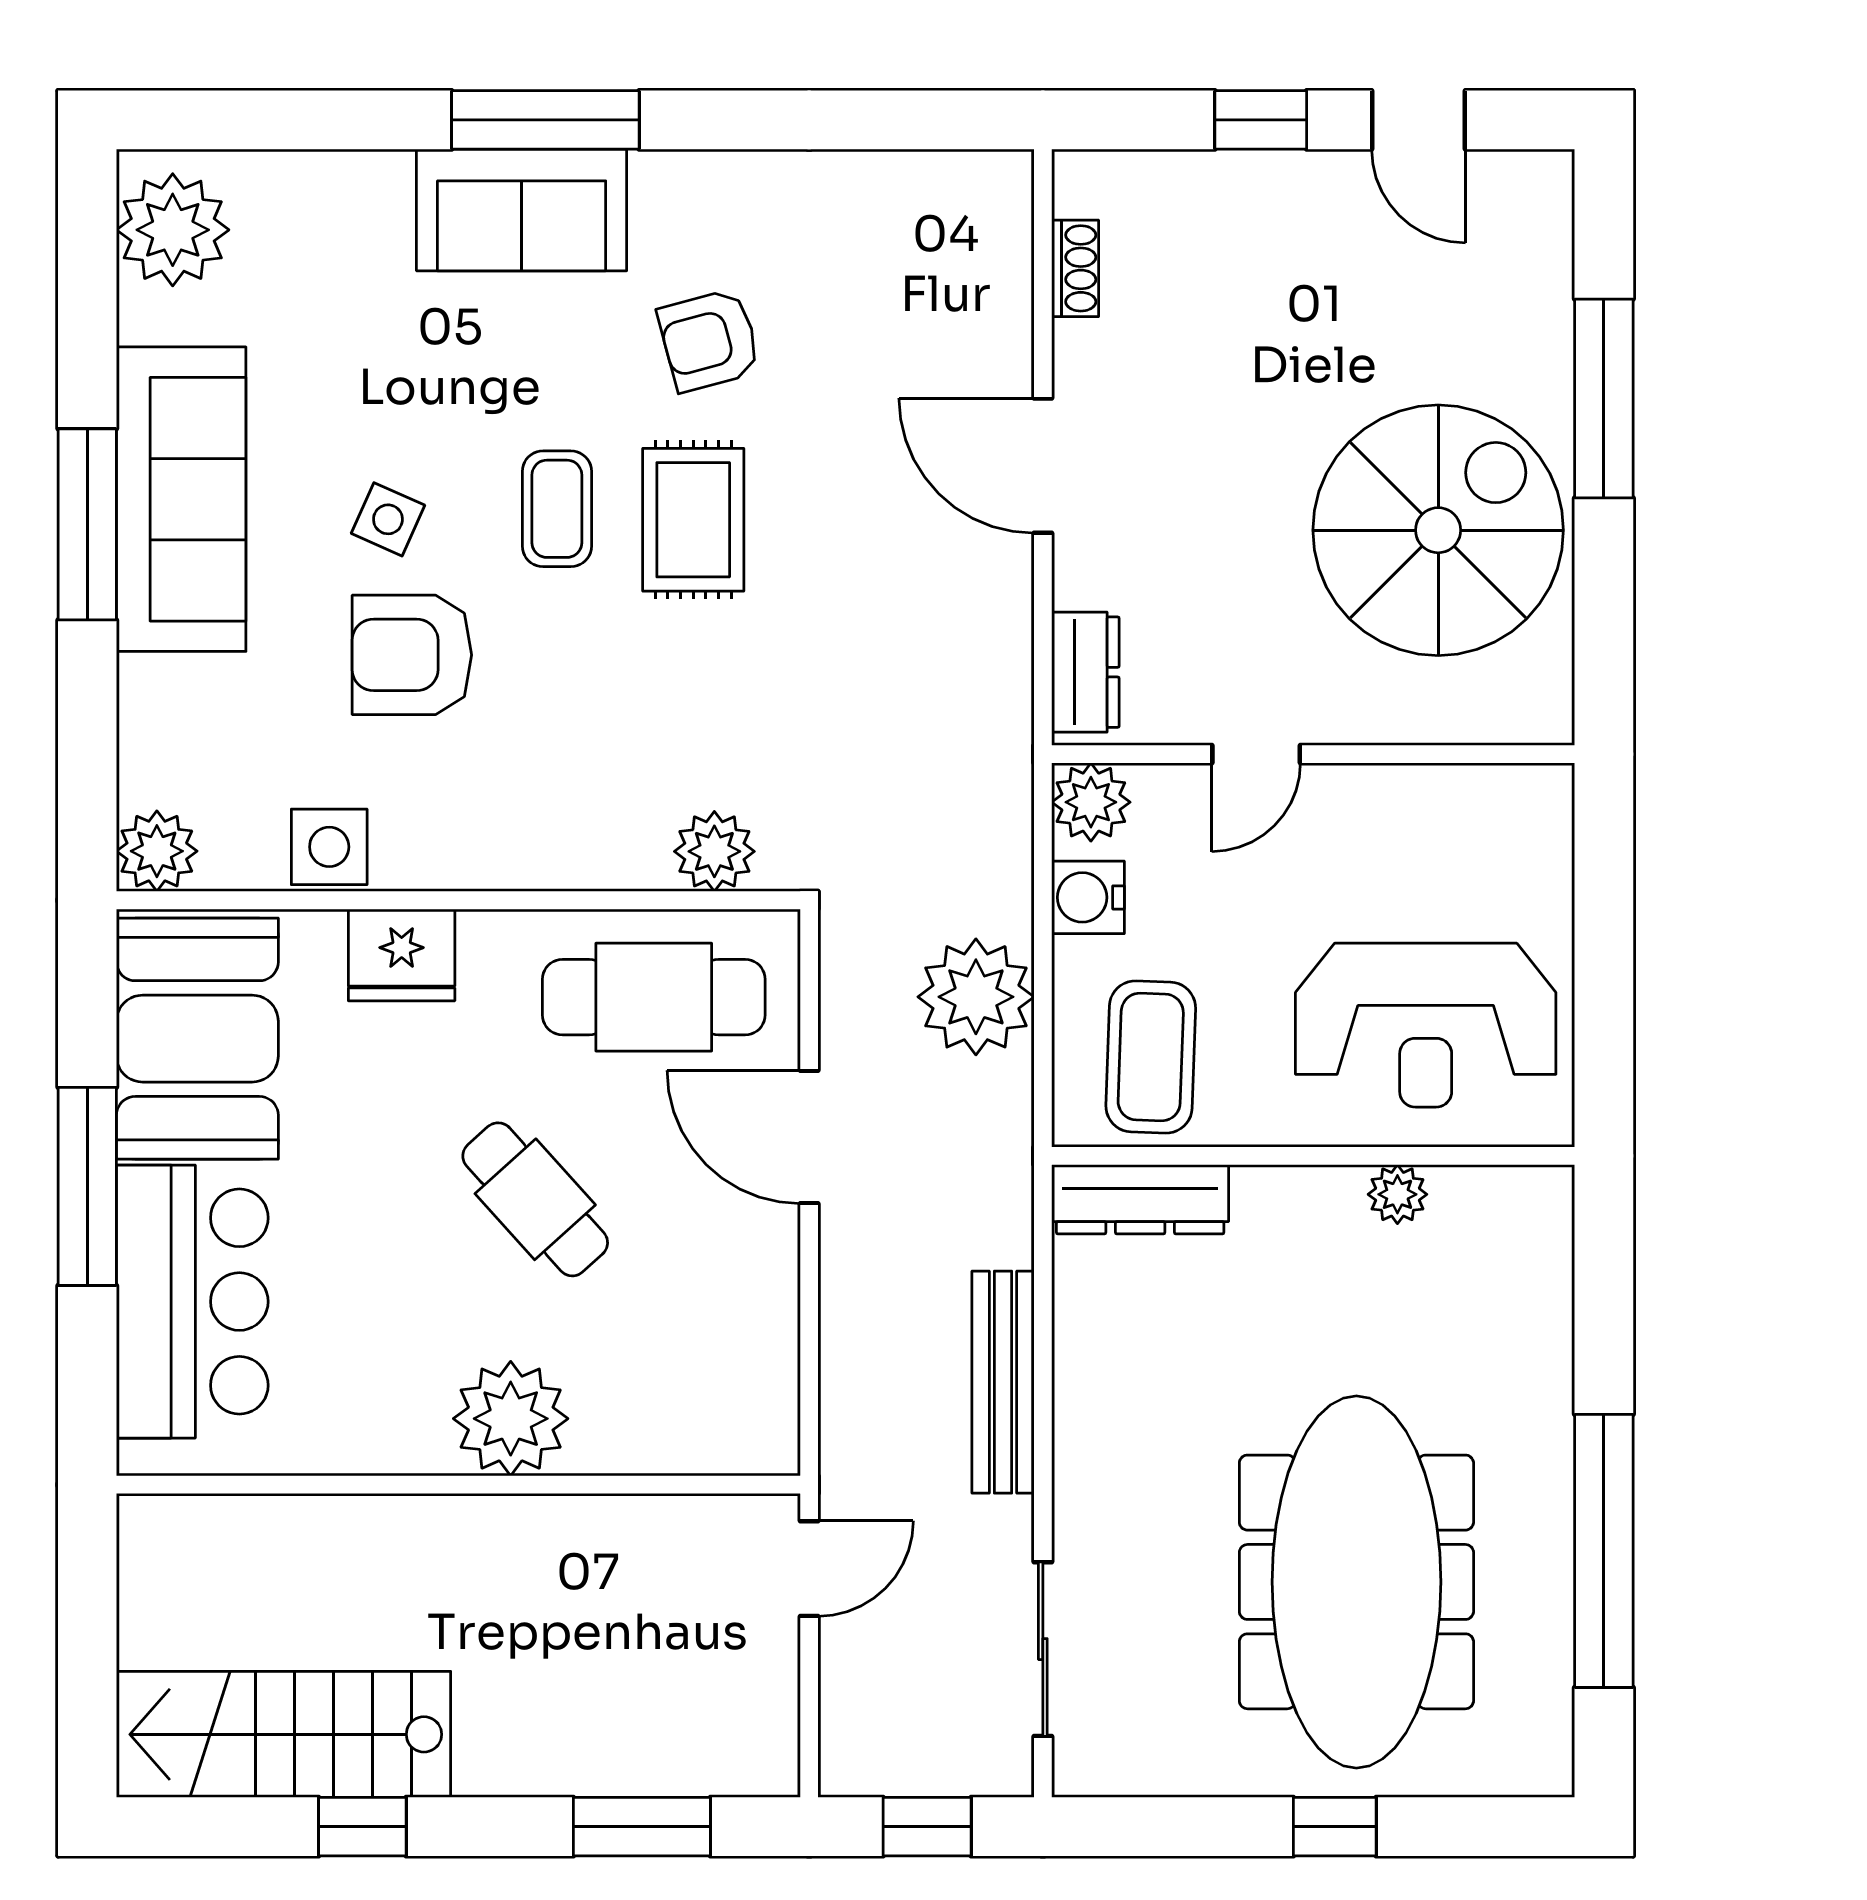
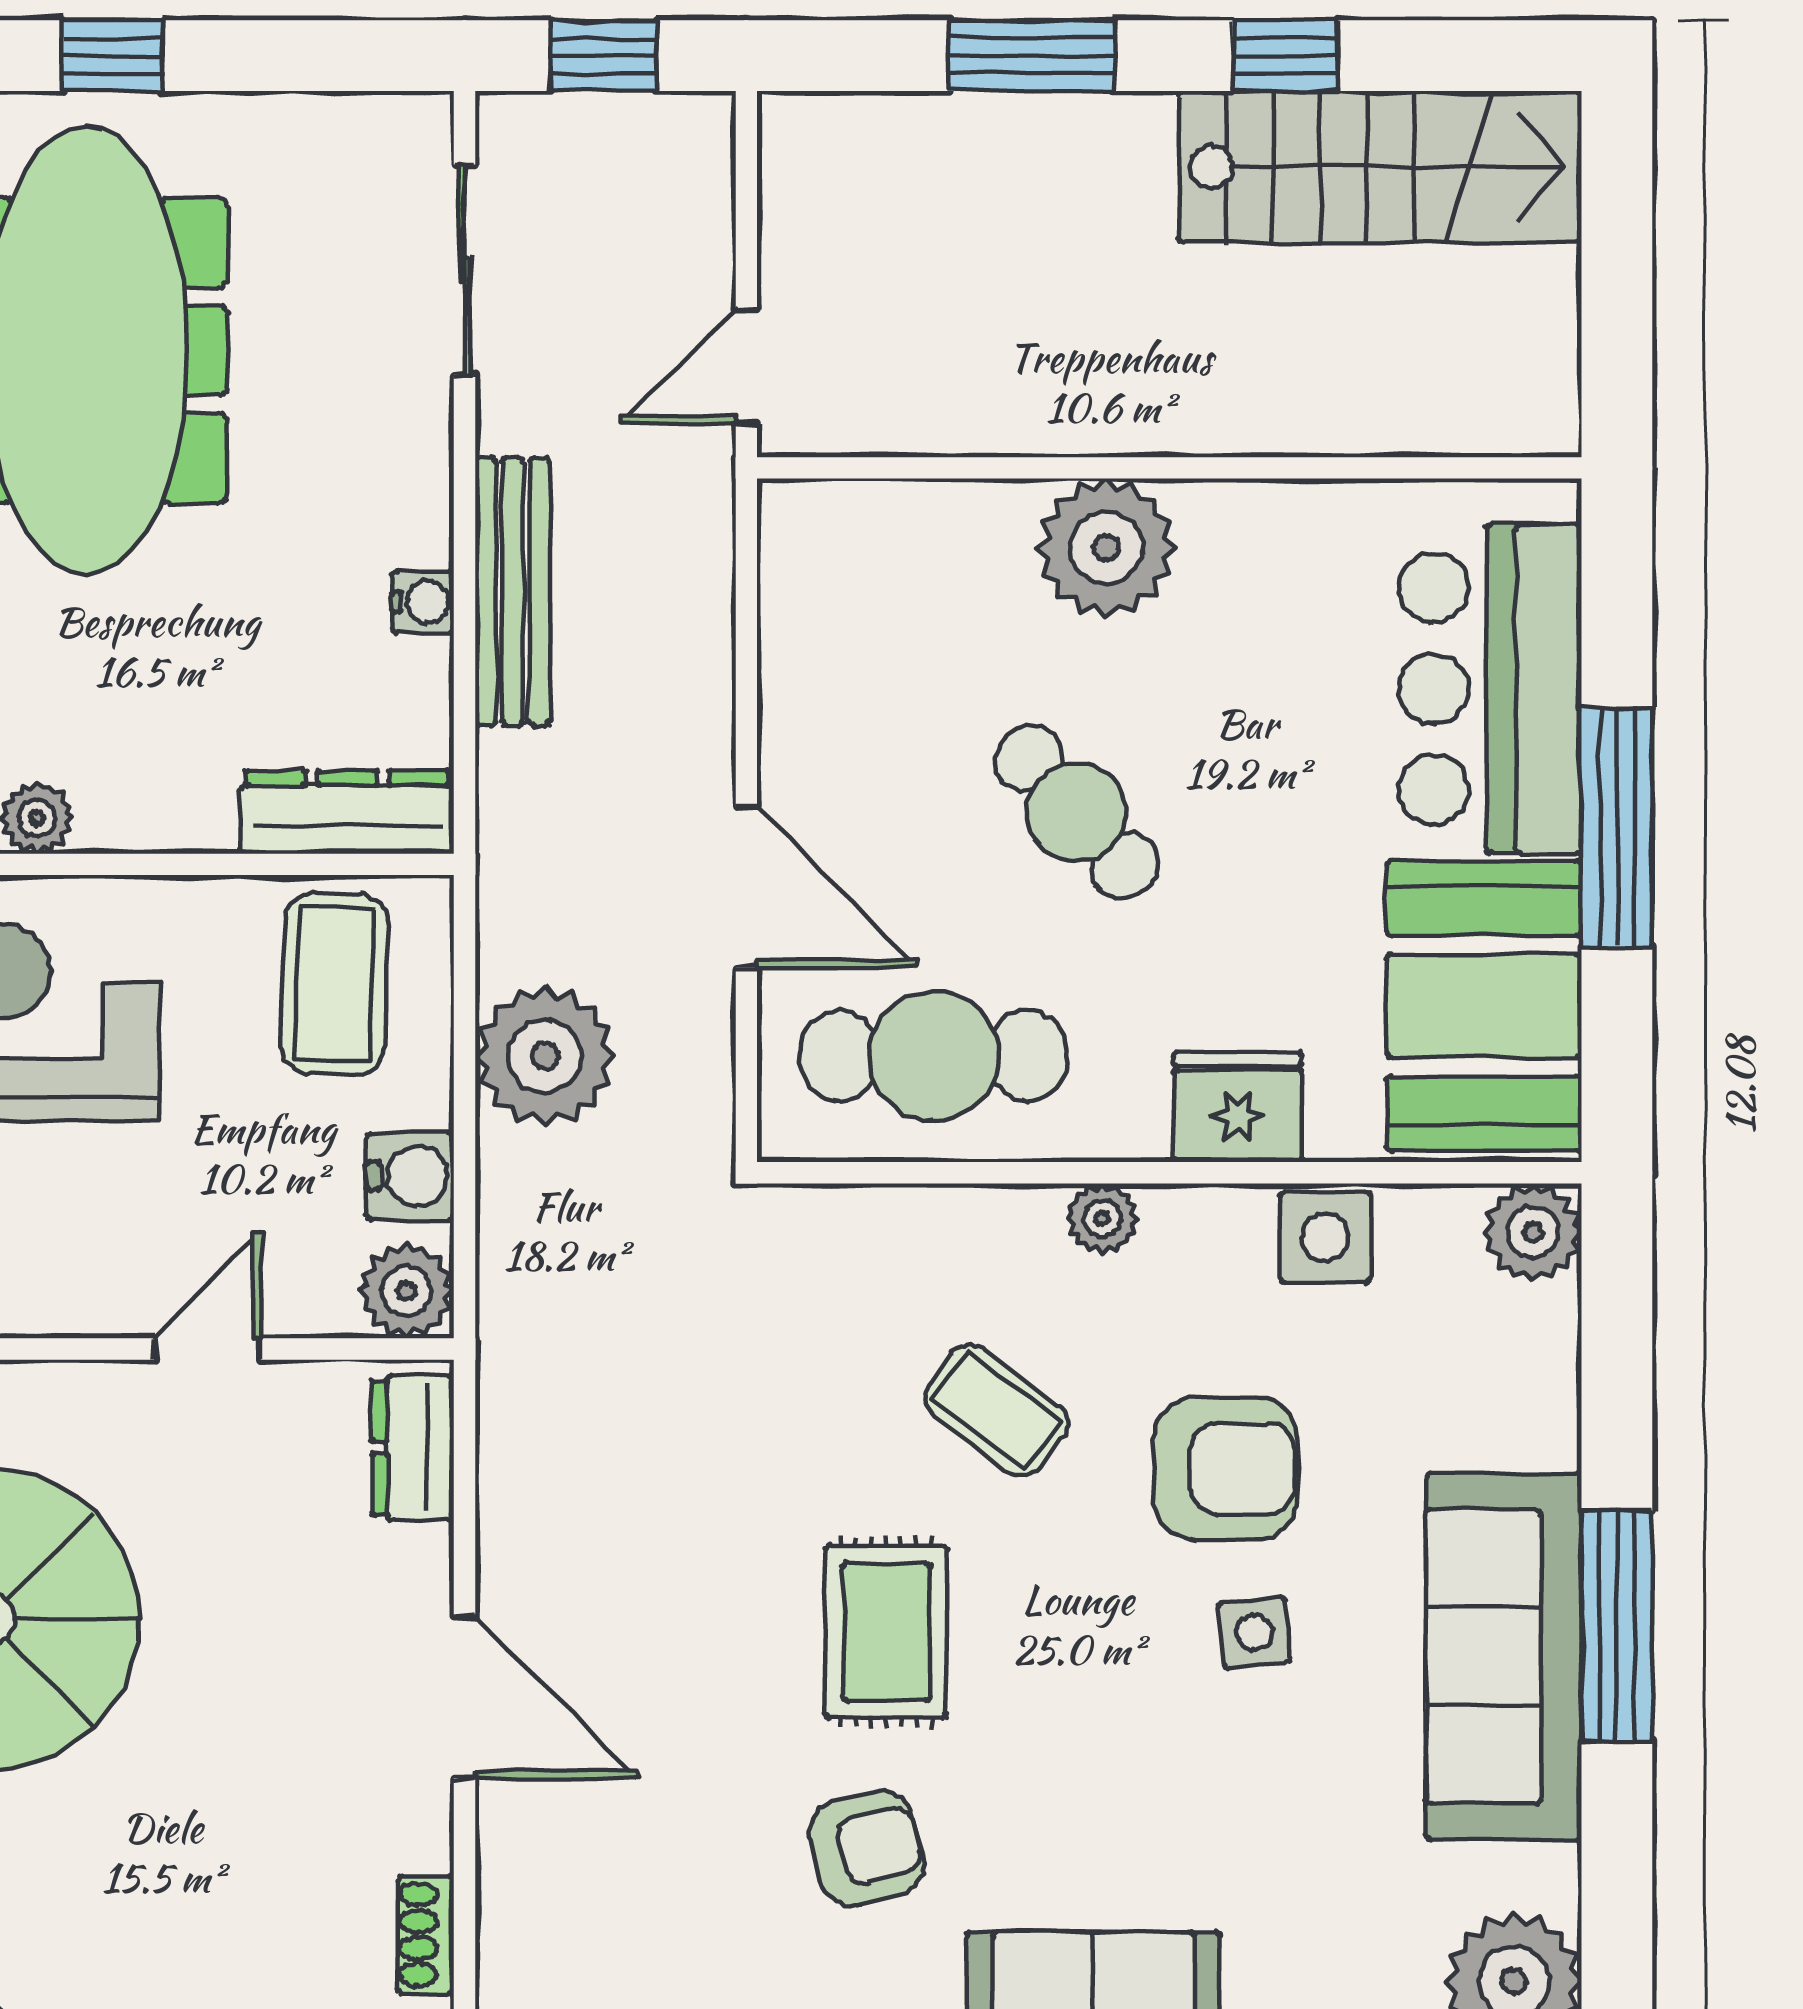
coffee table: (557, 509) -> (996, 1410), moved, turned -53
side table: (388, 519) -> (1254, 1632), turned -30
plant: (714, 851) -> (1102, 1219), moved, width x0.73, depth x0.73
water cooler: (1077, 1373) -> (423, 602), added
window: (642, 1827) -> (1031, 56), moved

